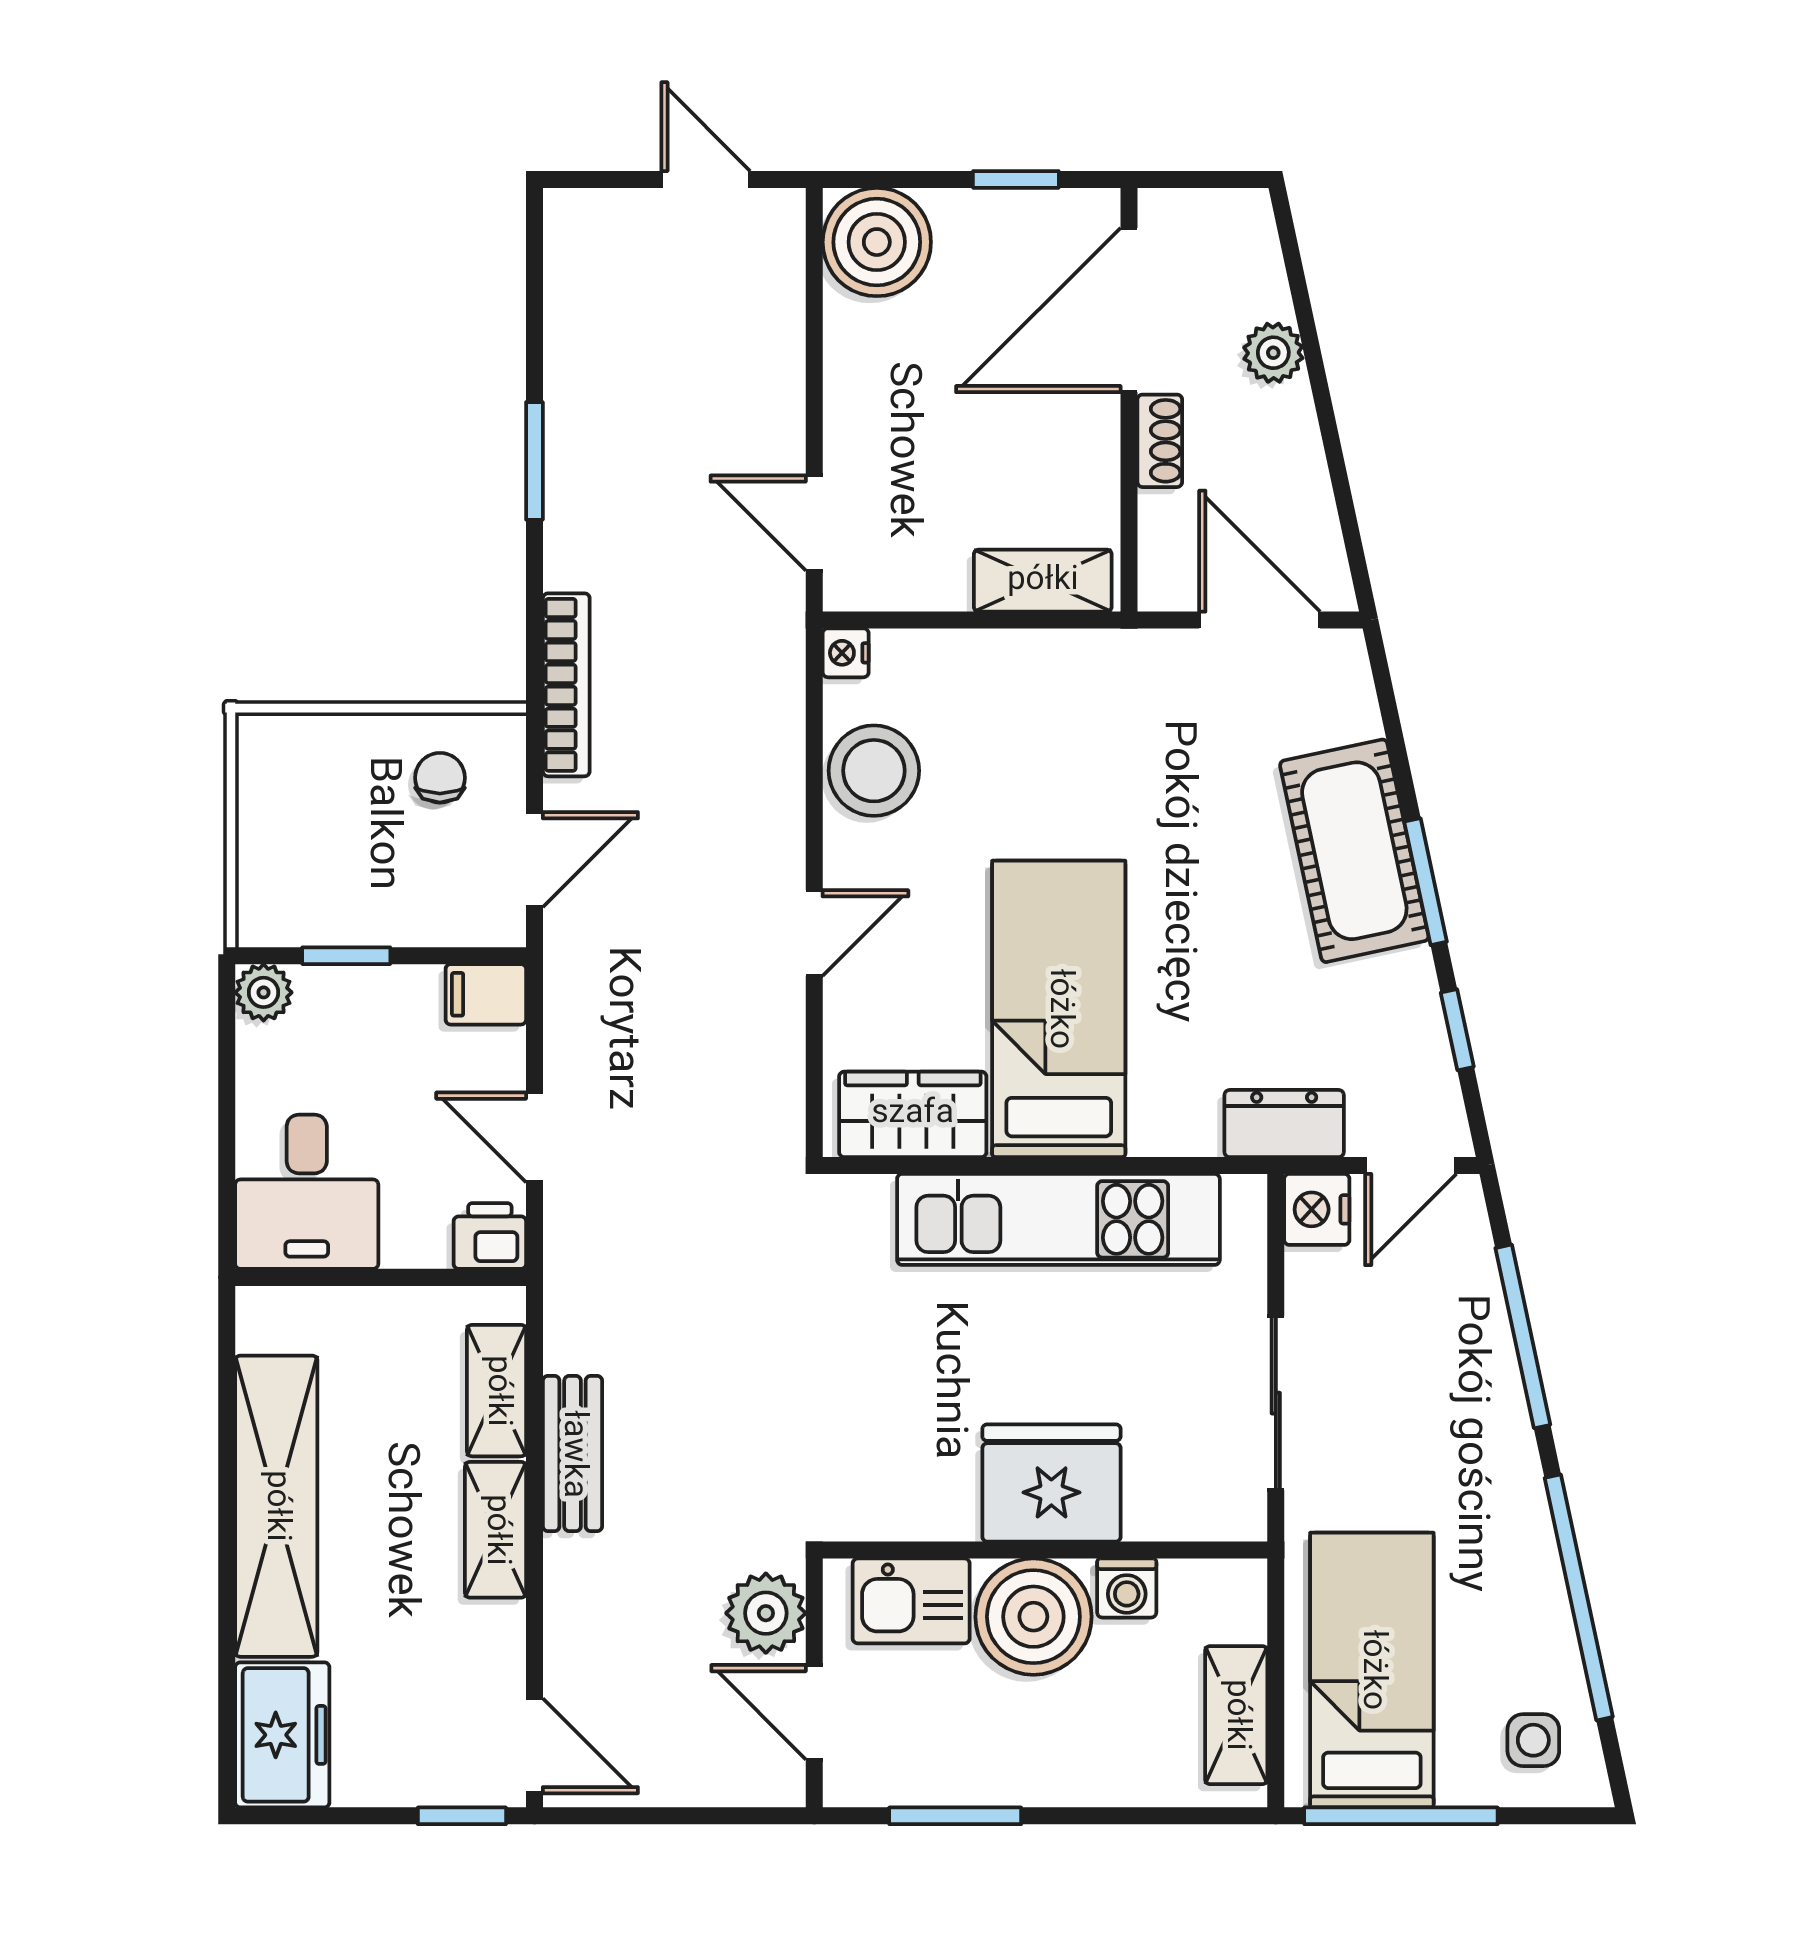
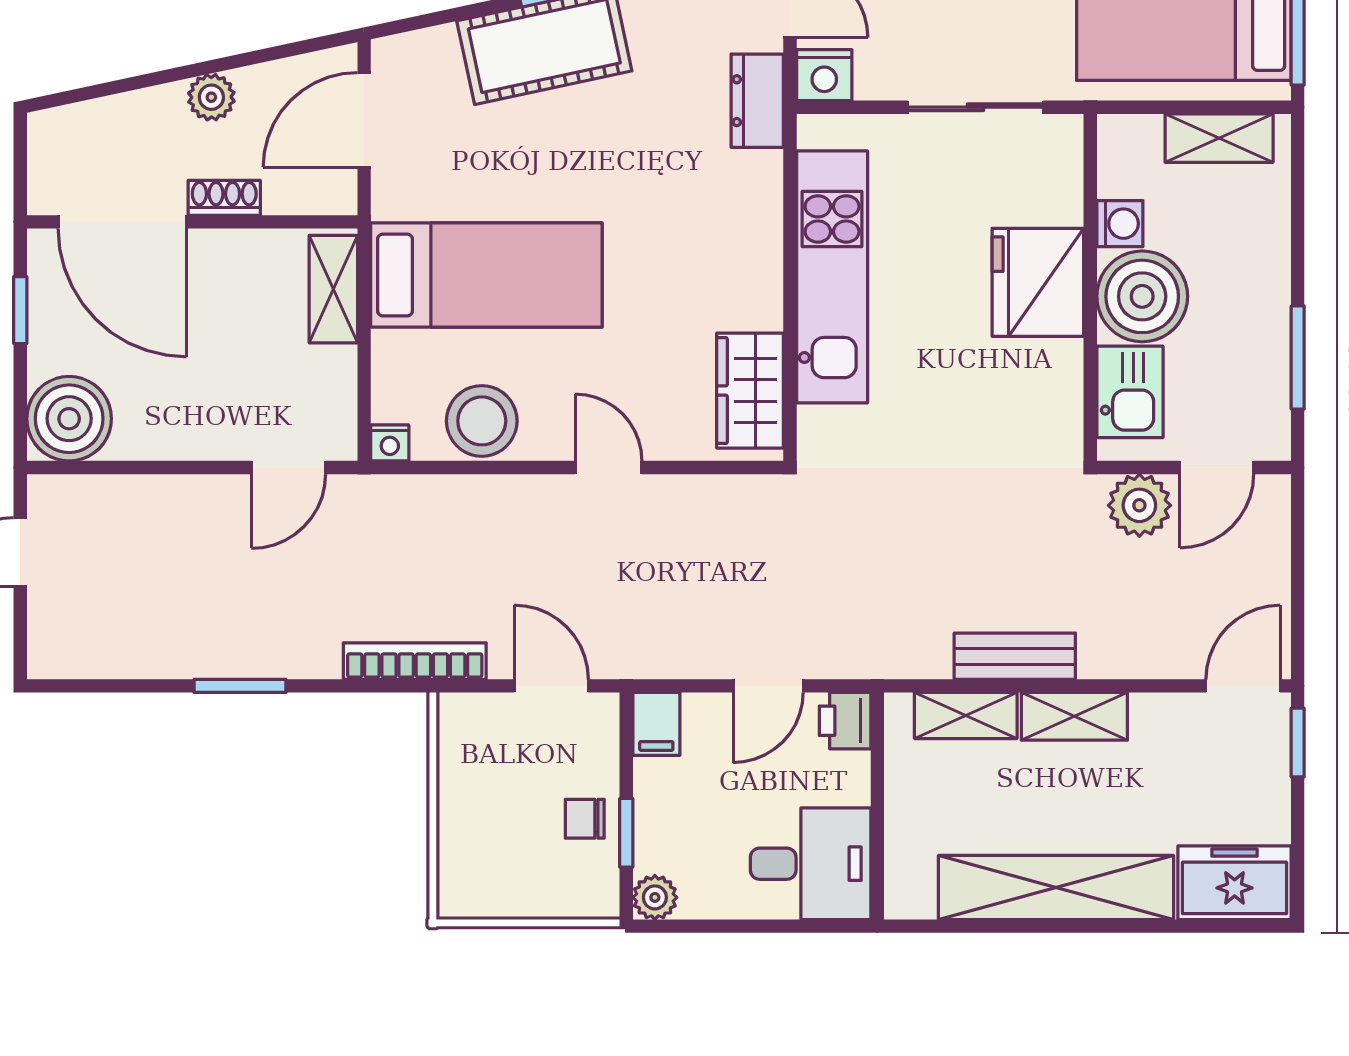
plant: (1273, 353) -> (211, 97), moved
chair: (440, 778) -> (585, 819), moved
bed: (1059, 1009) -> (486, 275), moved, turned 180

